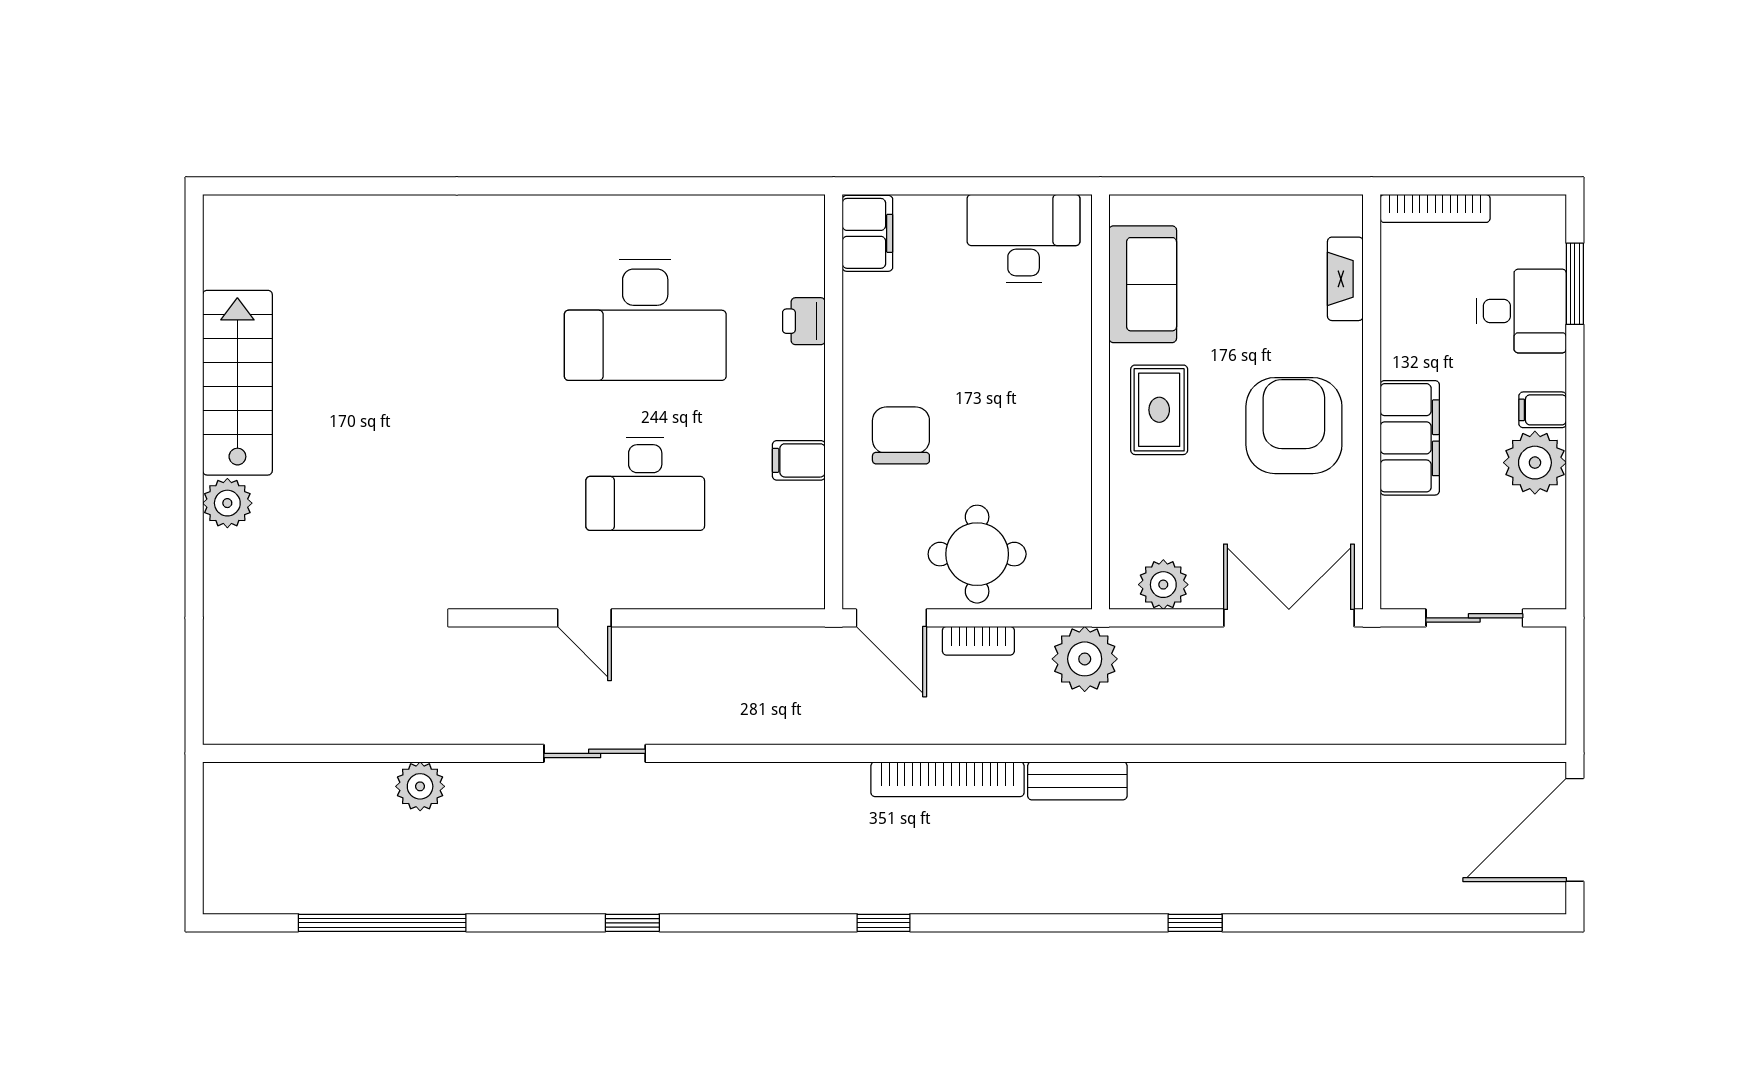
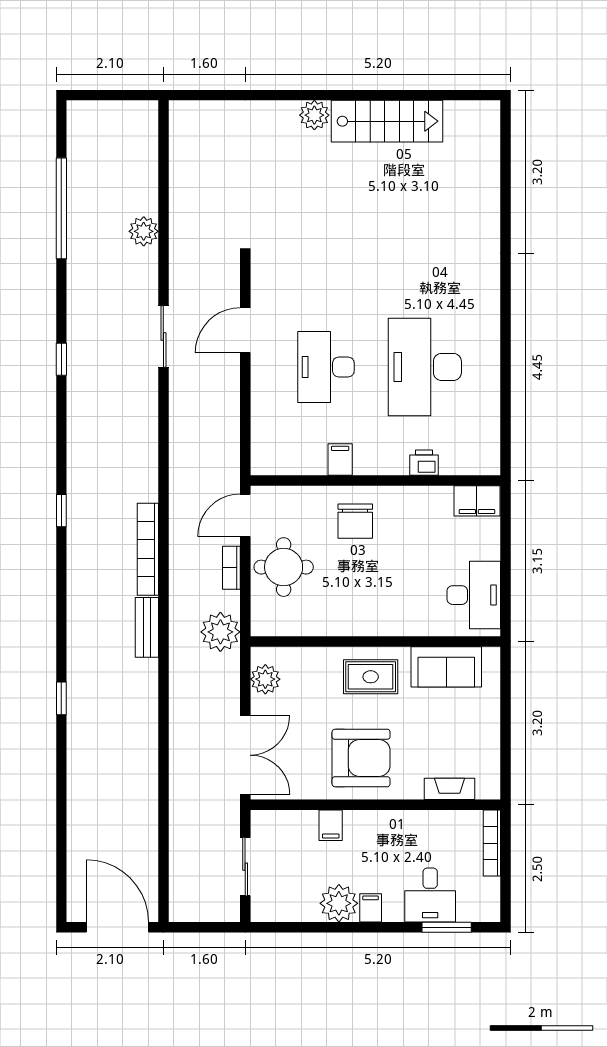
chair: (901, 435) -> (355, 521), turned 90
filing cabinet: (1410, 438) -> (331, 825), width x0.33, depth x0.86
door: (584, 618) -> (245, 330), width x1.38

